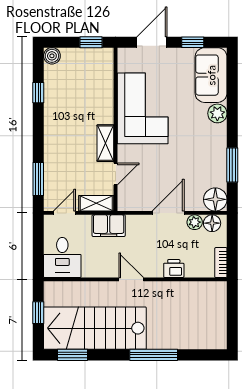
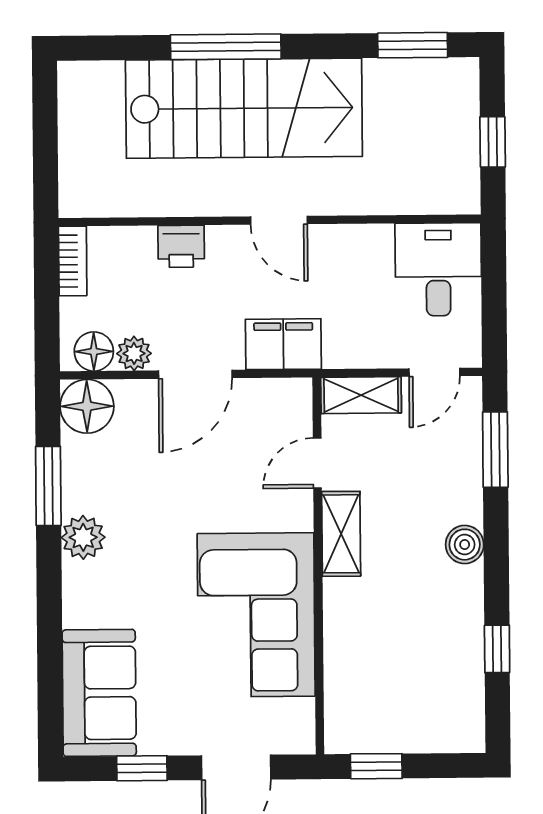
boiler: (52, 56) -> (465, 545), moved
plant: (217, 113) -> (83, 537), moved
filing cabinet: (109, 226) -> (283, 344), moved
stairs: (95, 328) -> (244, 108), moved

